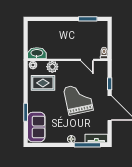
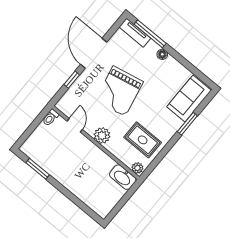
plant: (52, 67) -> (102, 136), moved

